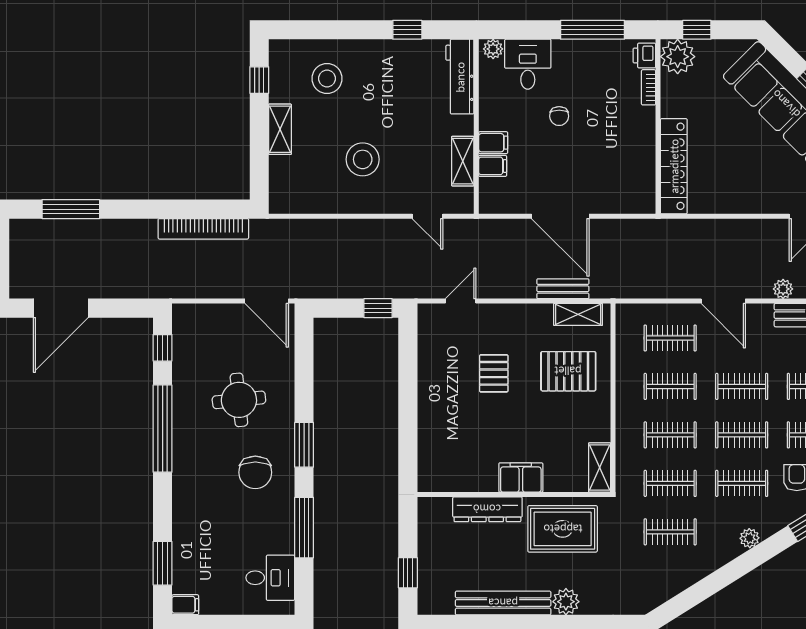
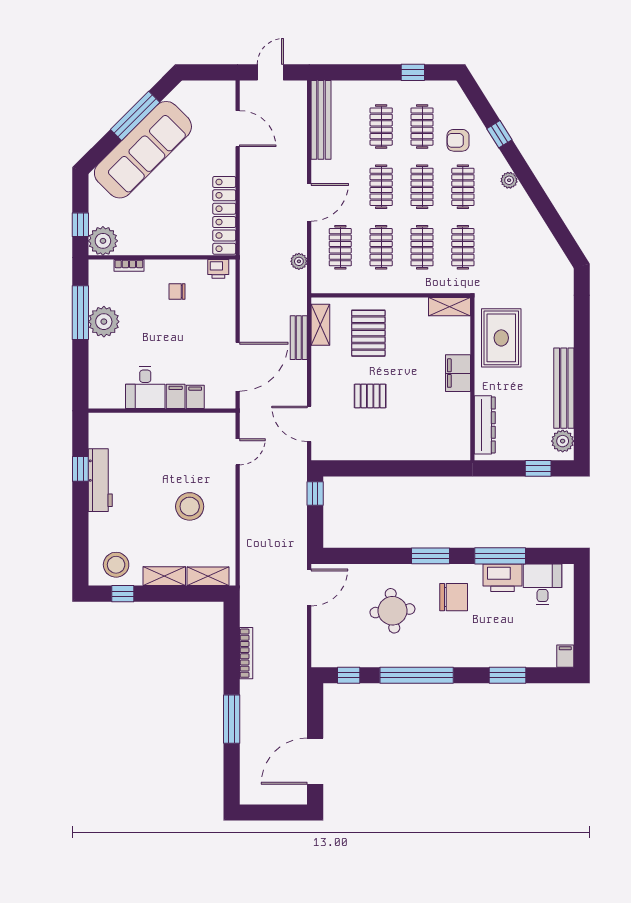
plant: (493, 49) -> (104, 322), moved, width x1.87, depth x1.87
printer: (644, 55) -> (218, 269), moved
desk: (528, 64) -> (145, 388), moved, turned -90
workbench: (460, 77) -> (100, 480), moved, turned -90
stool: (327, 79) -> (116, 565), moved
chair: (559, 116) -> (177, 292), moved, turned 180
shelving: (463, 161) -> (208, 576), moved
locker: (674, 166) -> (224, 215), moved, turned -90
window: (71, 209) -> (232, 719), moved
door: (560, 216) -> (238, 367), moved
bookcase: (203, 229) -> (246, 653), width x0.68, depth x0.76
plant: (783, 289) -> (299, 261), moved
door: (461, 301) -> (309, 424), width x1.38
door: (61, 308) -> (315, 761), swing flipped
dresser: (487, 509) -> (485, 425), moved
printer: (278, 530) -> (502, 578), added
clothes rail: (670, 532) -> (504, 247), removed
window: (163, 563) -> (507, 675), moved
plant: (566, 602) -> (563, 441), moved

